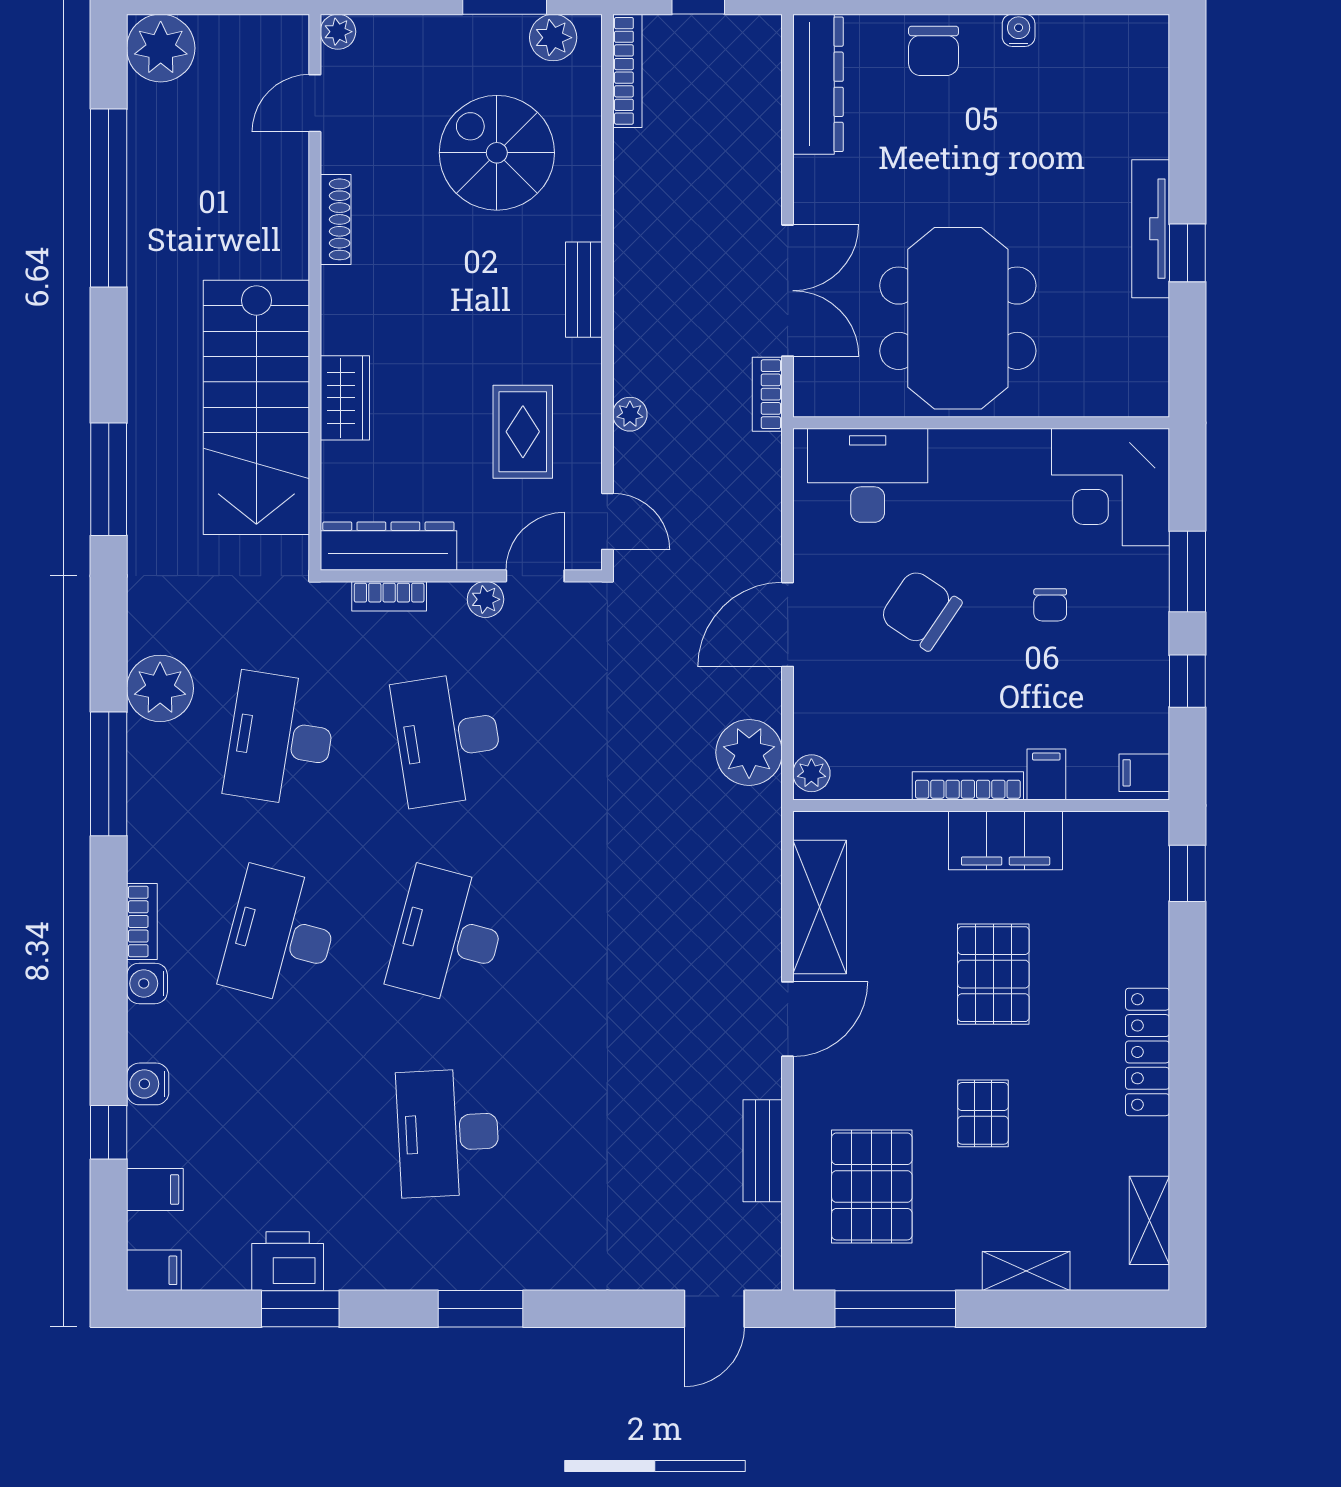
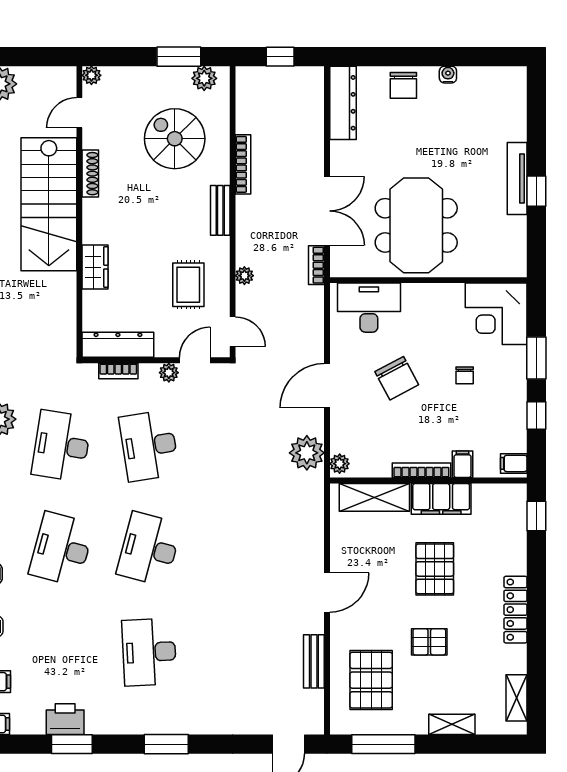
bookcase: (627, 71) -> (243, 164), moved
stairs: (256, 407) -> (49, 204), moved
chair: (921, 610) -> (397, 378), turned -152
shelving: (820, 907) -> (374, 497), moved, turned 90
pallet: (983, 1113) -> (429, 642), turned 90

